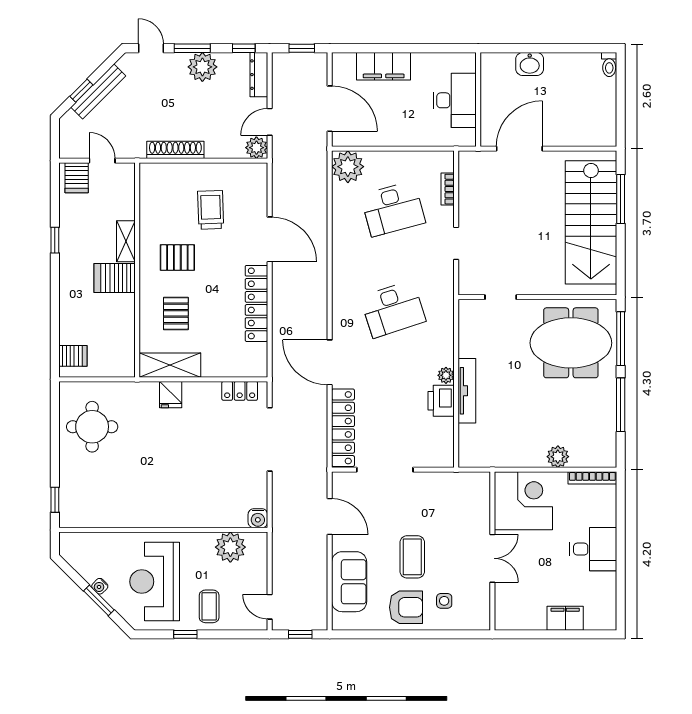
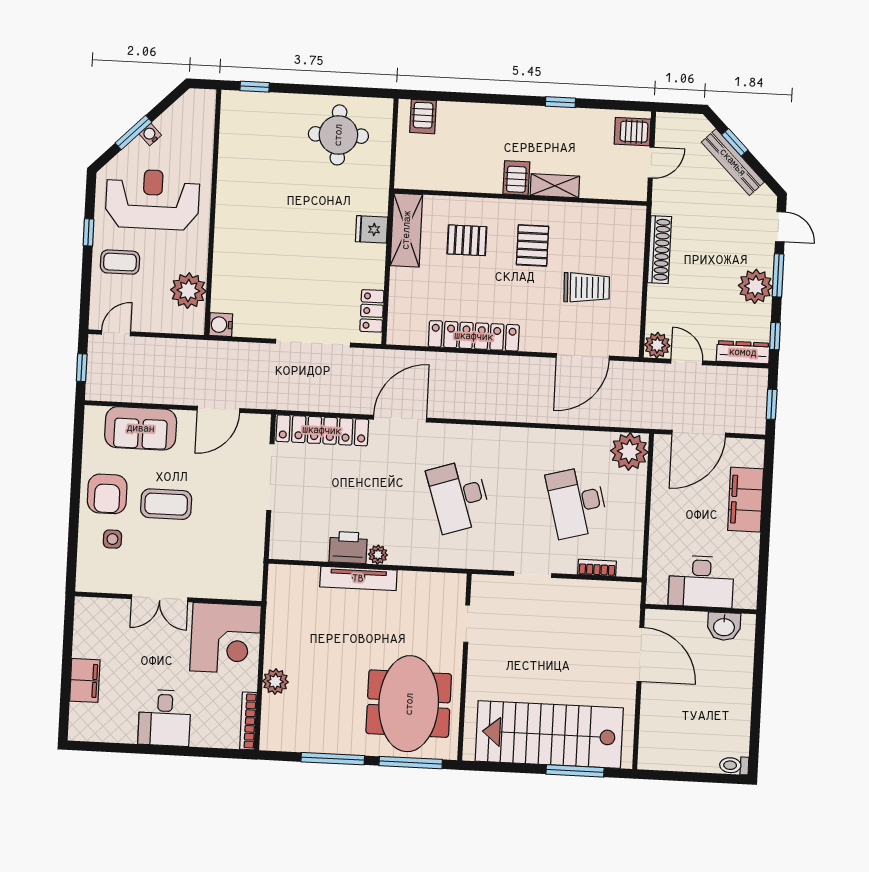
door: (151, 48) -> (781, 227), hinge flipped
washbasin: (530, 64) -> (724, 626), moved, turned -90
door: (270, 239) -> (583, 357), moved
server rack: (115, 278) -> (516, 178), width x0.73, depth x0.70

